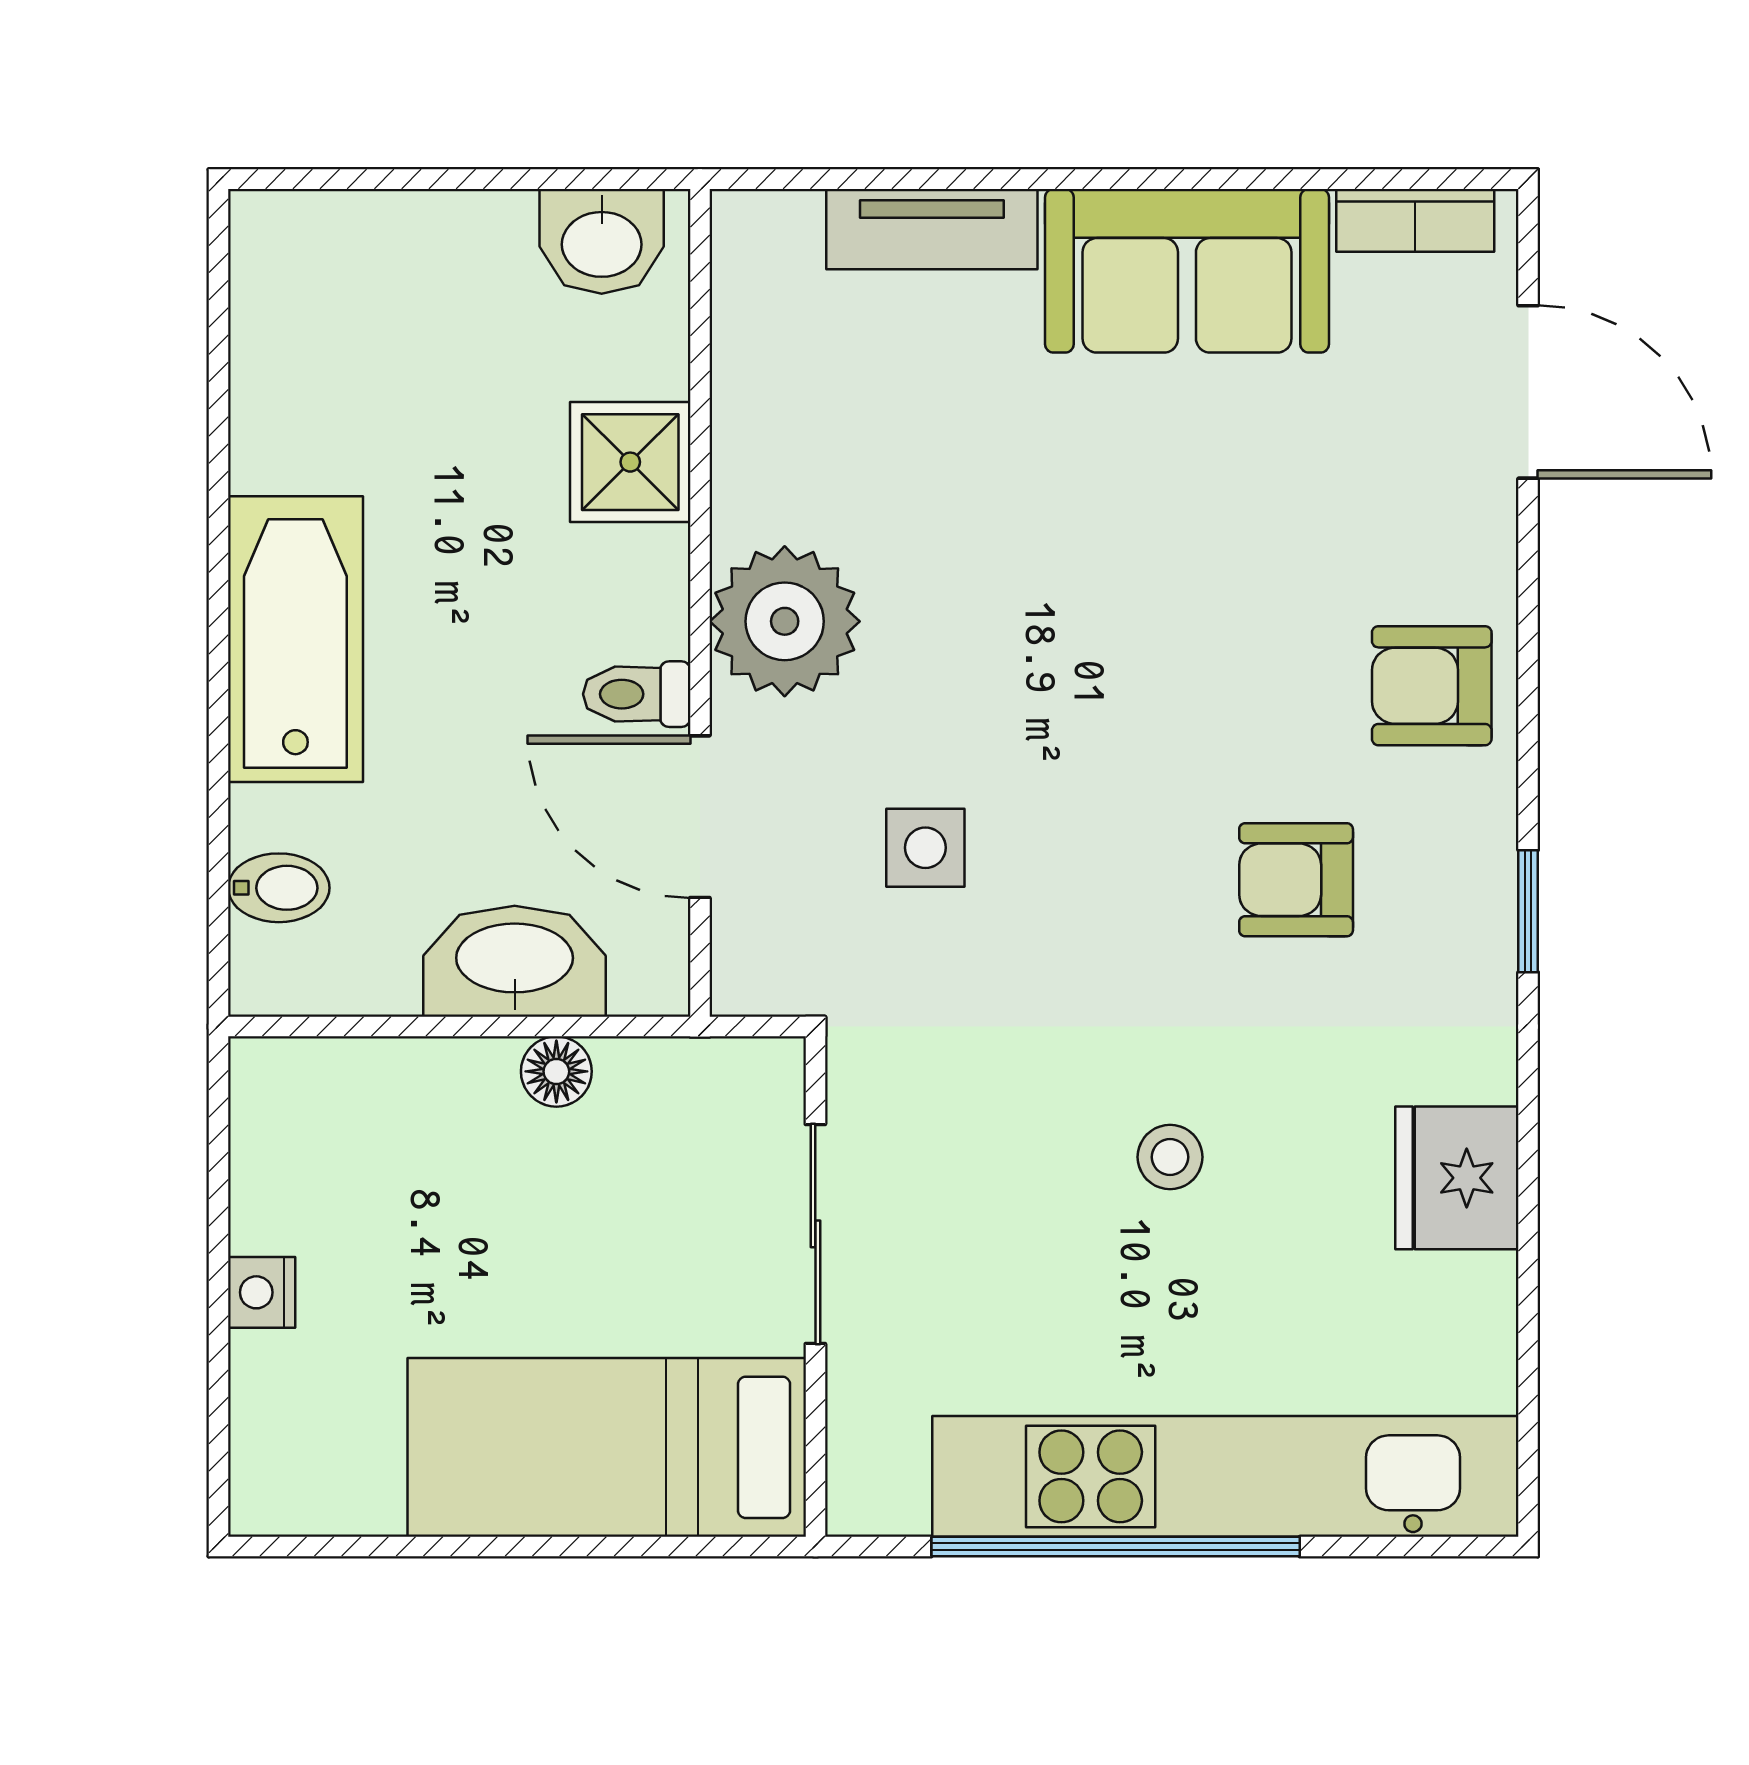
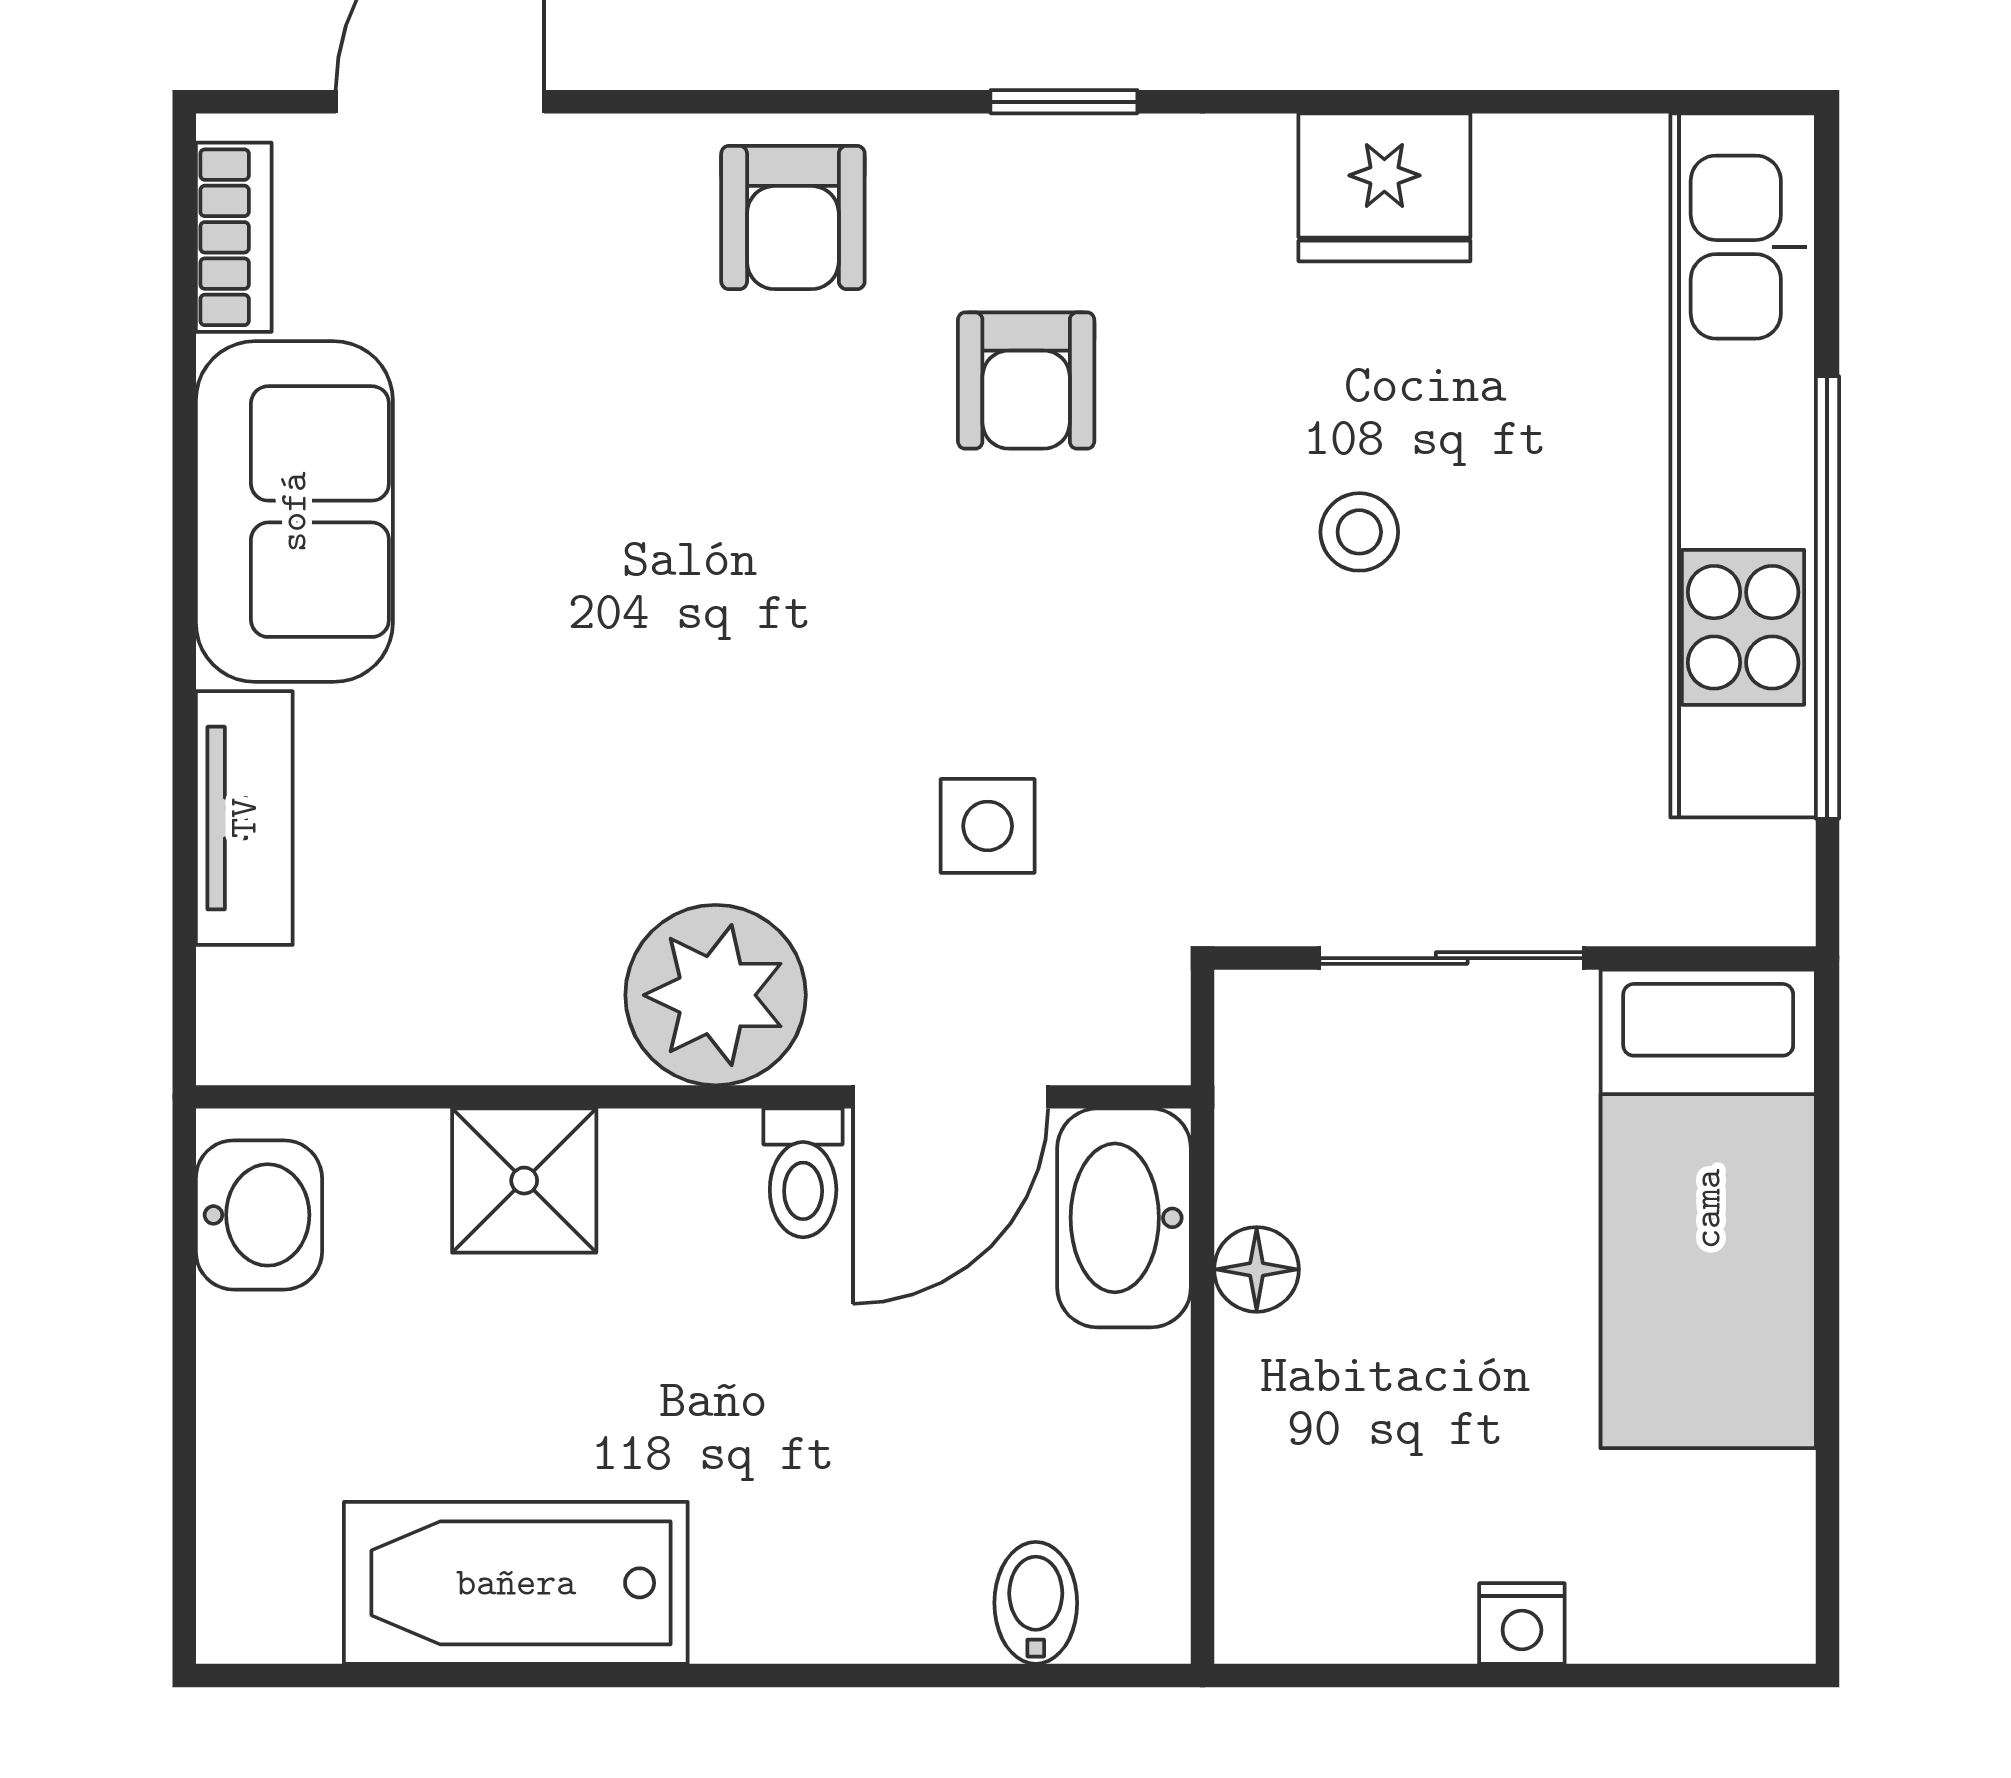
bathtub: (295, 639) -> (516, 1583), moved
washbasin: (515, 961) -> (1124, 1218), moved

